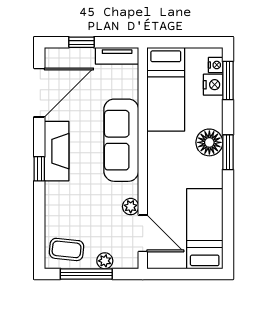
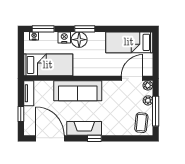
nightstand: (213, 85) -> (64, 37), moved
plant: (131, 207) -> (148, 85), moved

